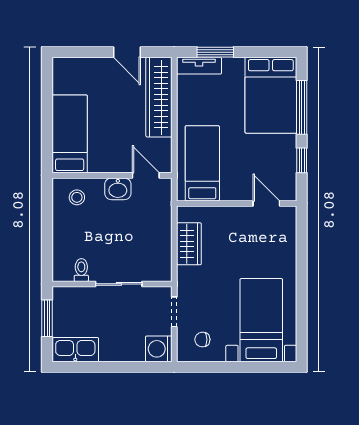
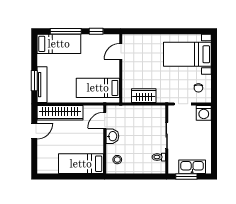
tv unit: (199, 66) -> (42, 85), width x1.41
bed: (271, 95) -> (59, 44), width x0.67
kitchen sink: (75, 350) -> (192, 167), moved, turned 90

